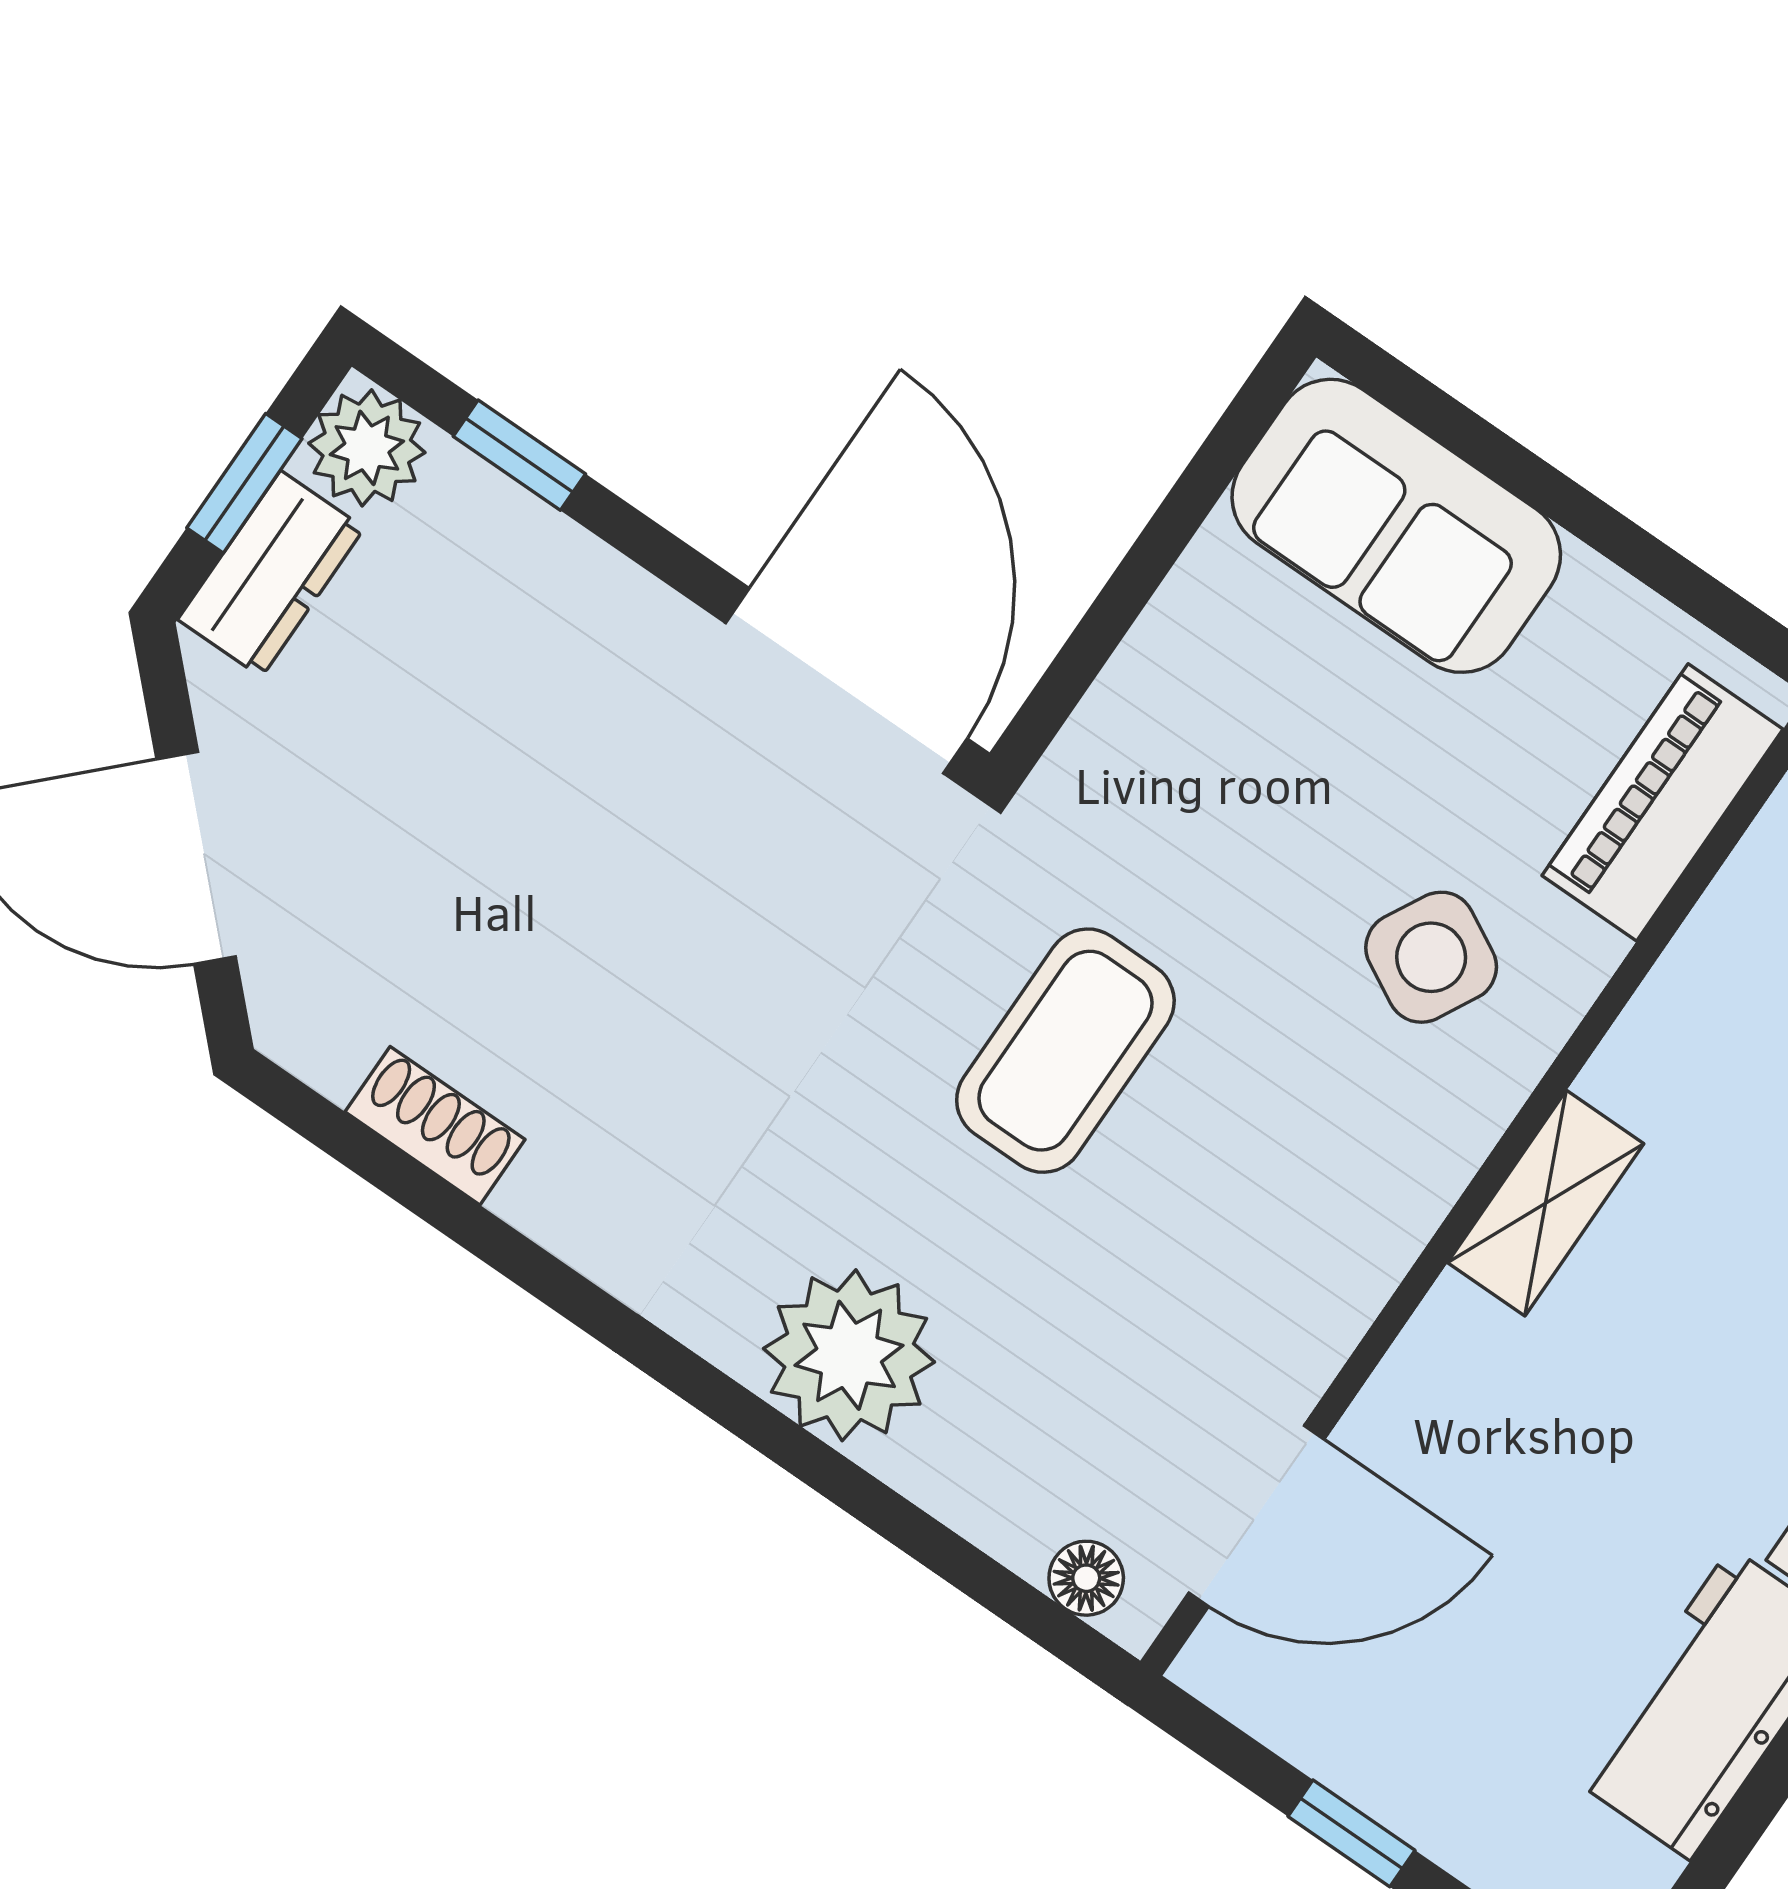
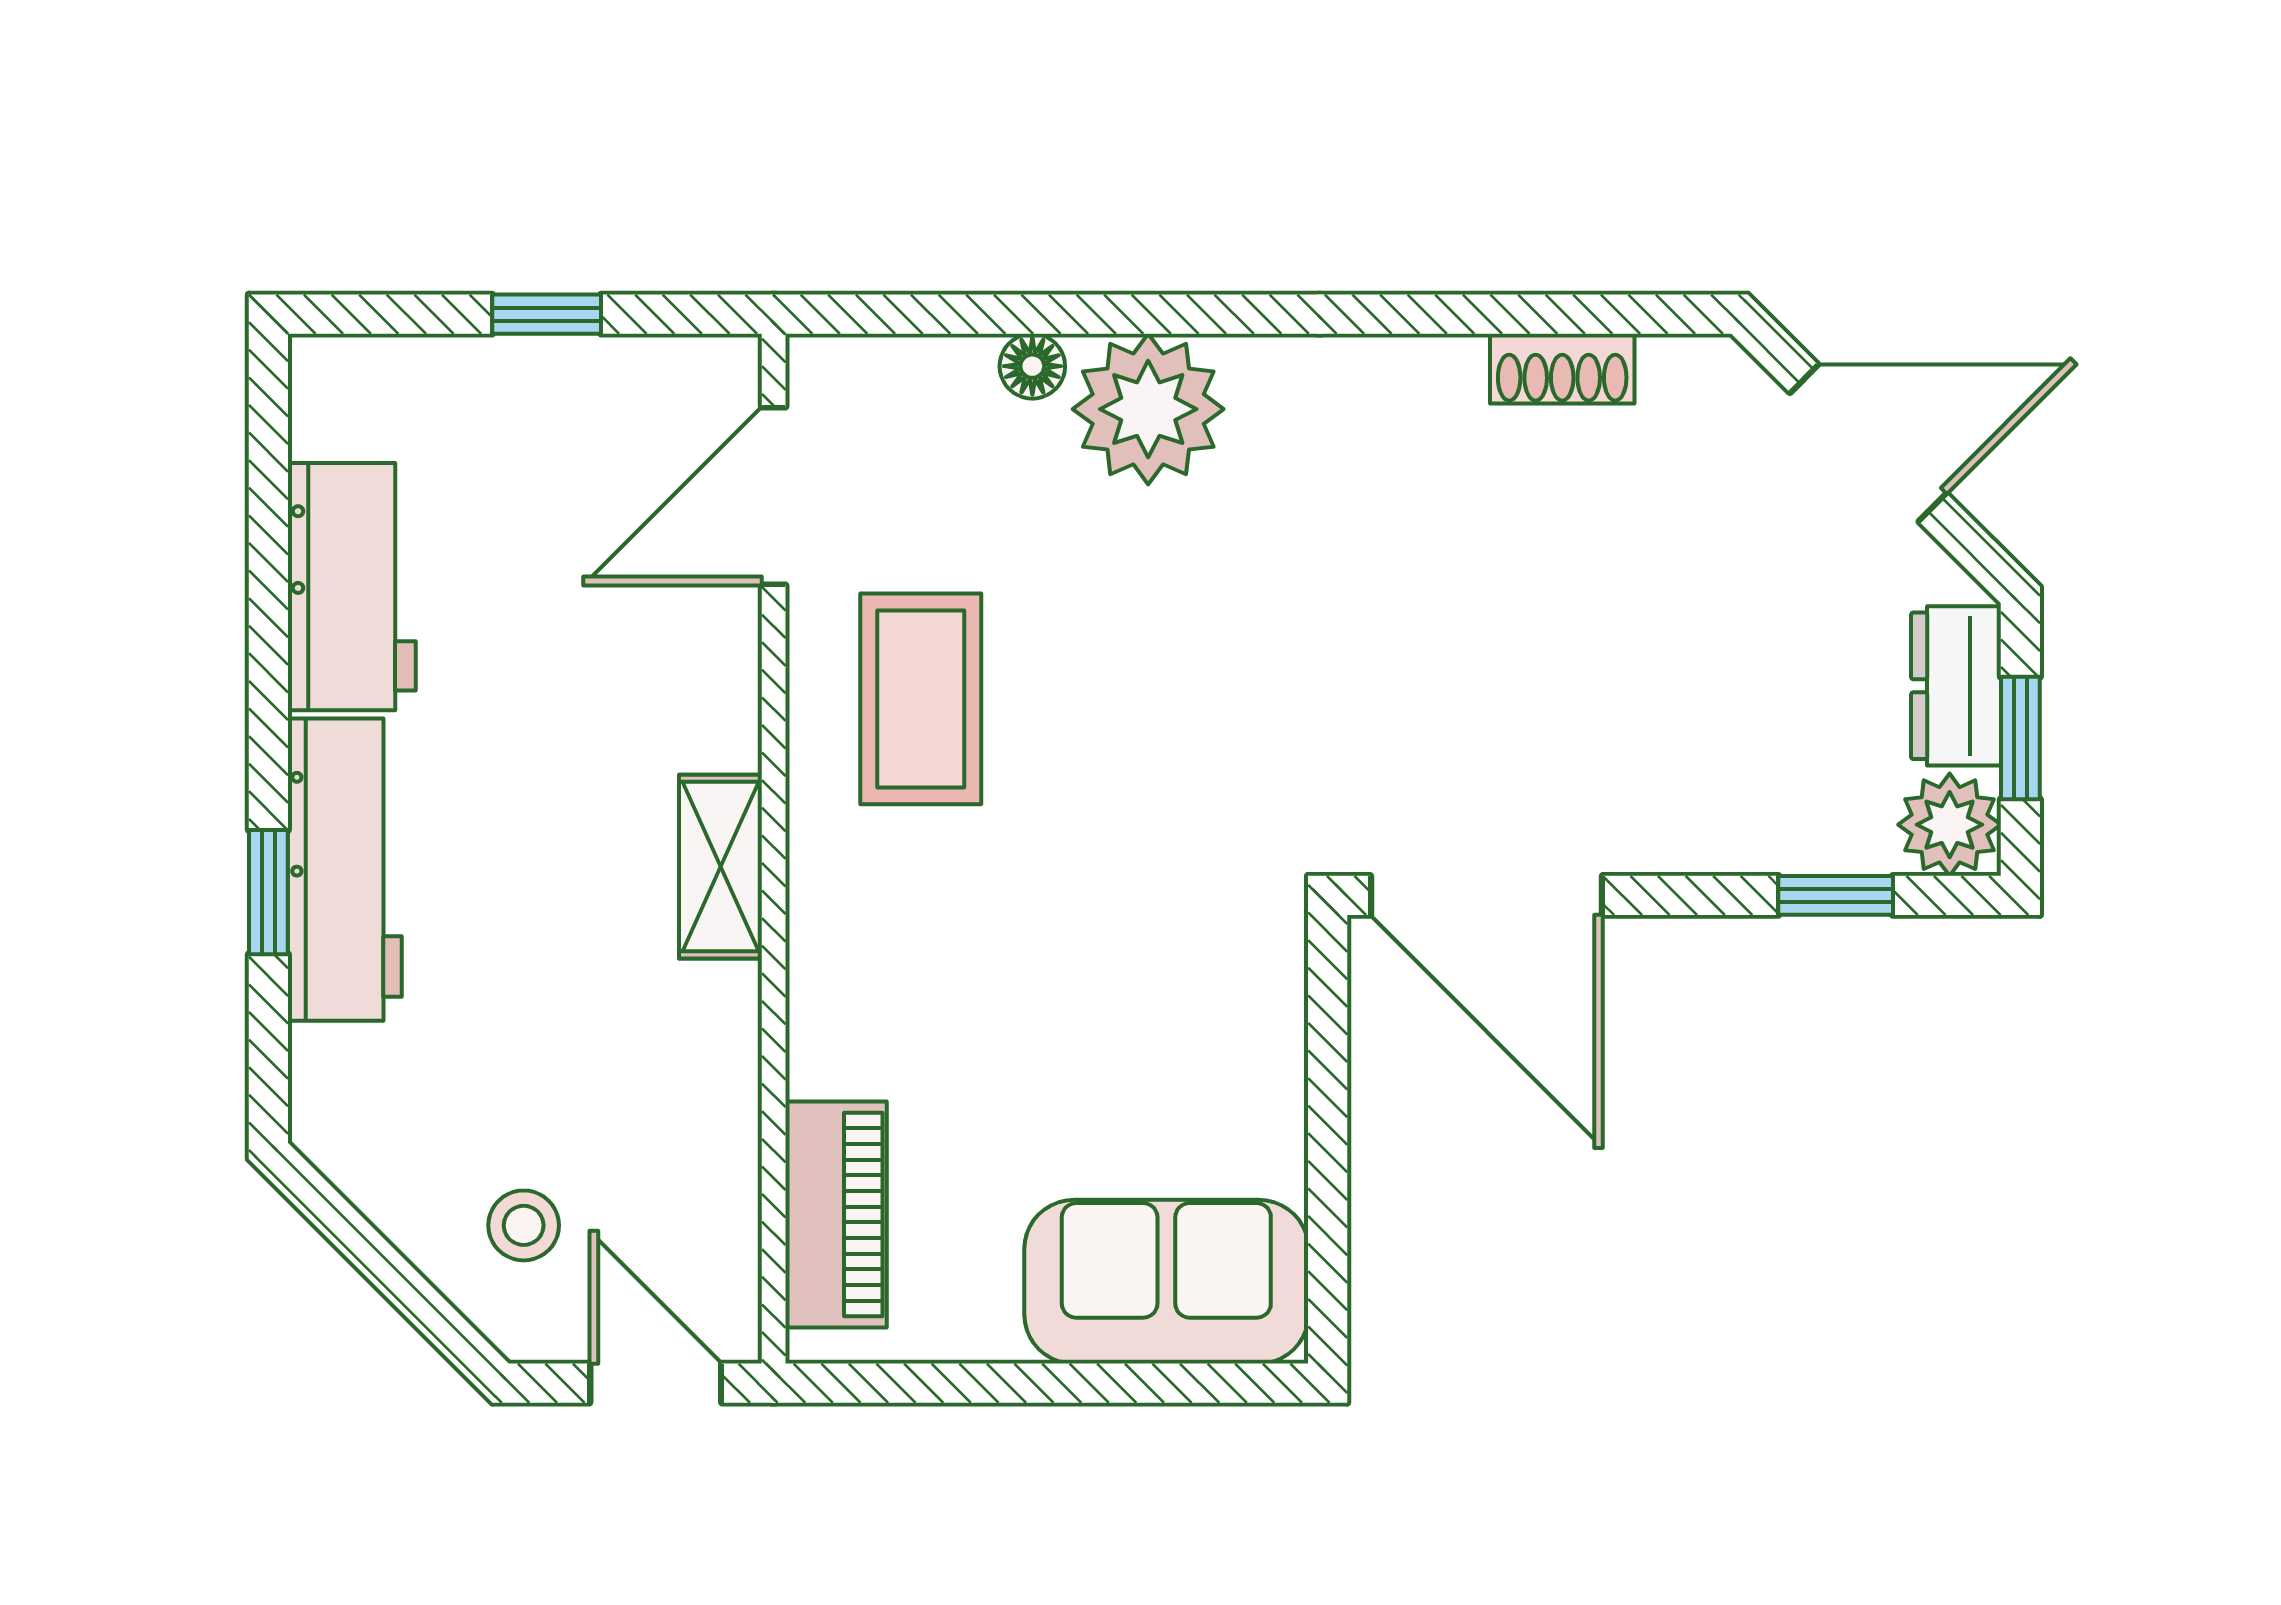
side table: (1431, 957) -> (926, 987), removed
coffee table: (1065, 1051) -> (921, 699), moved
floor lamp: (1086, 1578) -> (1032, 366), moved

